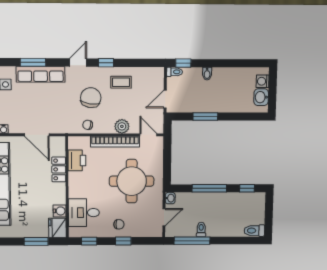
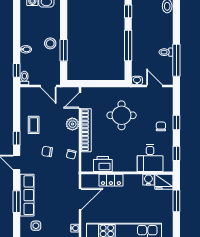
chair: (91, 98) -> (47, 152), width x0.54, depth x0.54
stool: (213, 101) -> (50, 43), added
round table: (132, 181) -> (122, 115), width x0.73, depth x0.73

